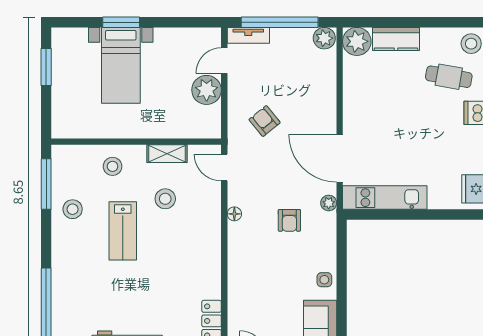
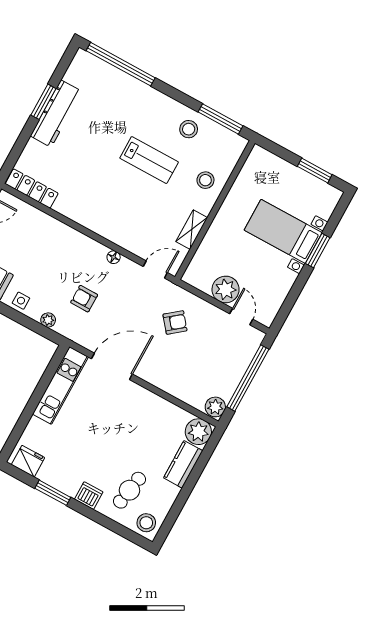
tv unit: (248, 35) -> (251, 347), removed
stool: (165, 199) -> (156, 208), removed
plant: (329, 203) -> (48, 320), moved
lab bench: (123, 231) -> (149, 160), turned 180

